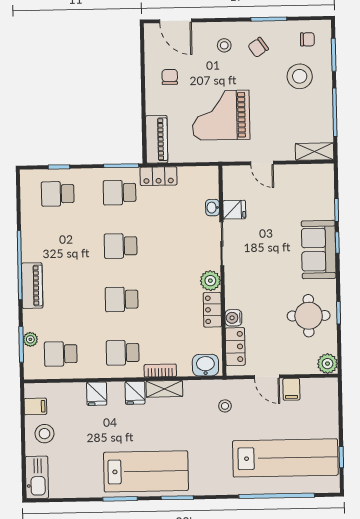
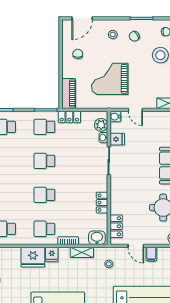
door: (176, 21) -> (82, 18), hinge flipped
plant: (210, 281) -> (101, 125), moved
water cooler: (233, 318) -> (115, 117), moved
shelving: (164, 389) -> (82, 252), moved
fridge: (97, 394) -> (33, 257), width x1.88, depth x1.34

